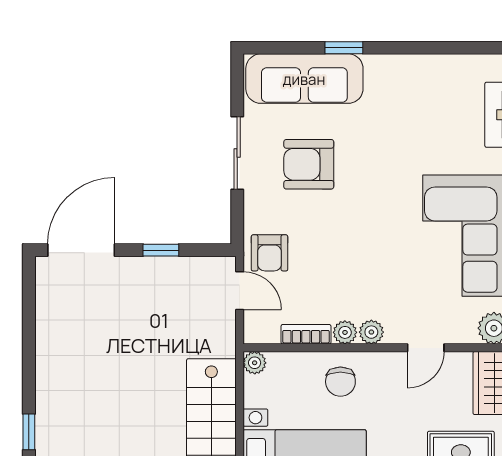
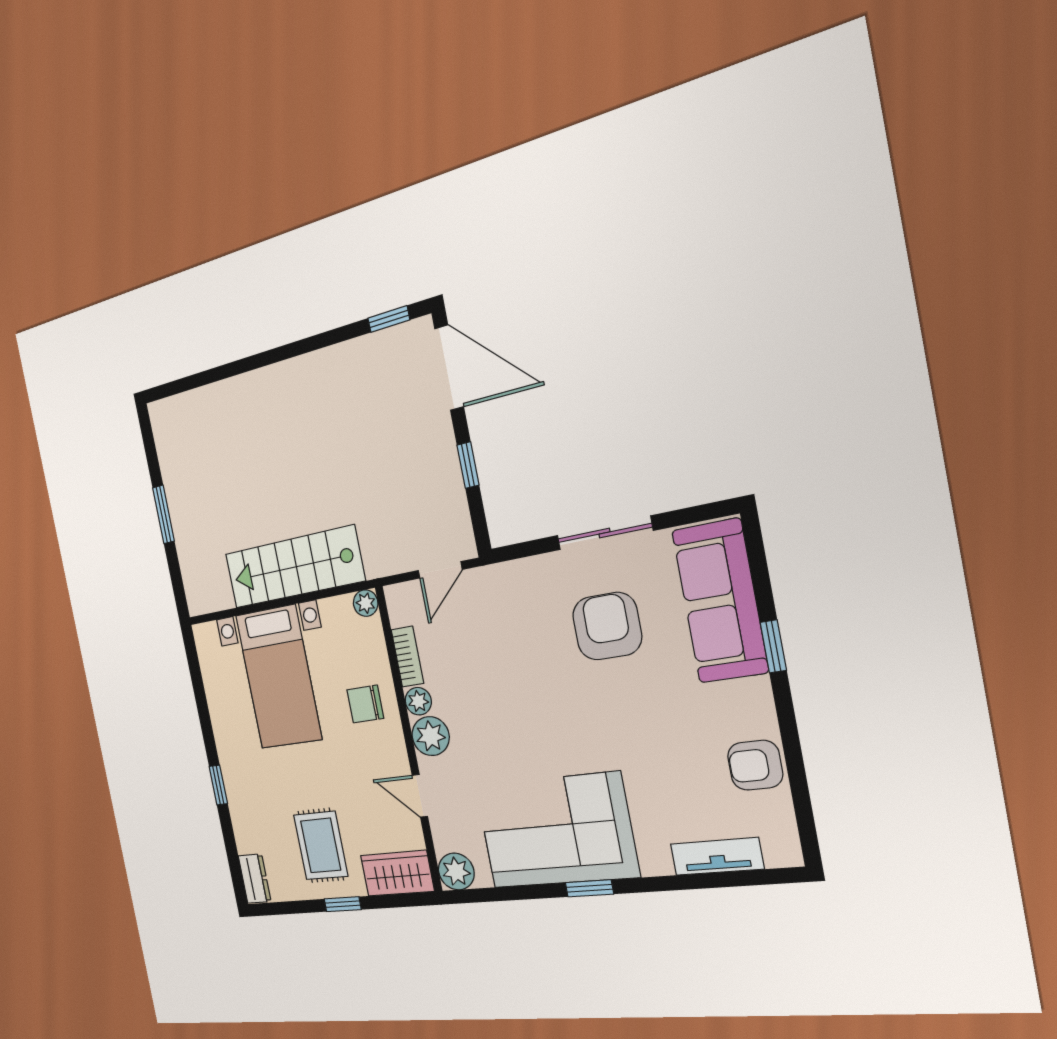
armchair: (270, 253) -> (755, 765), moved
plant: (371, 332) -> (431, 736), width x1.38, depth x1.38
window: (29, 432) -> (389, 319), moved

